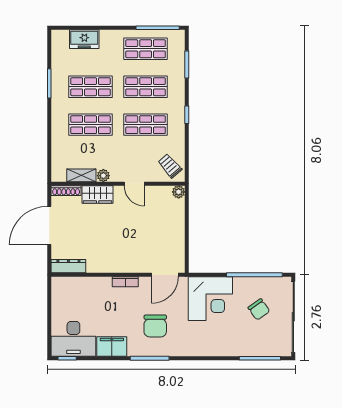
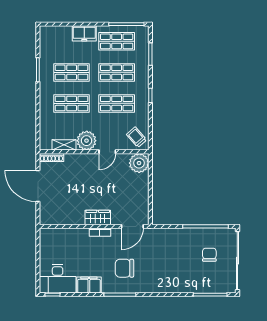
freezer: (84, 39) -> (84, 33), moved
plant: (103, 176) -> (87, 141), width x1.88, depth x1.88
door: (134, 184) -> (107, 152), hinge flipped
plant: (179, 192) -> (139, 163), width x1.88, depth x1.88
wardrobe: (98, 194) -> (98, 217), moved, turned 180
door: (49, 226) -> (38, 186), hinge flipped
dresser: (68, 266) -> (53, 219), removed
corner desk: (210, 299) -> (170, 246), removed
chair: (259, 309) -> (209, 255), turned -145
chair: (155, 326) -> (124, 268), turned 90

